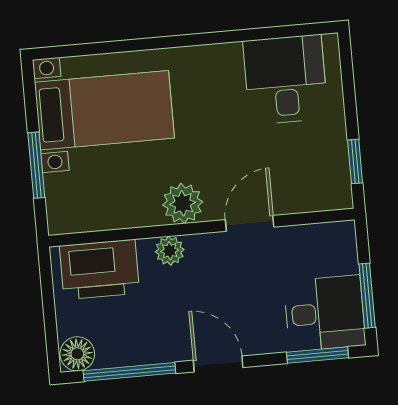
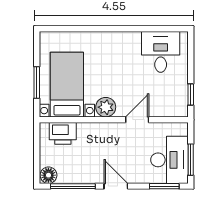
bed with nightstands: (104, 110) -> (67, 85), moved, turned -90
plant: (170, 251) -> (97, 129), removed
printer: (99, 270) -> (63, 133), width x0.73, depth x0.84
desk: (325, 313) -> (169, 160), width x1.37

